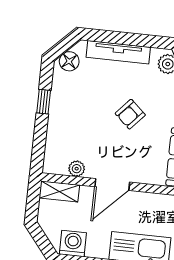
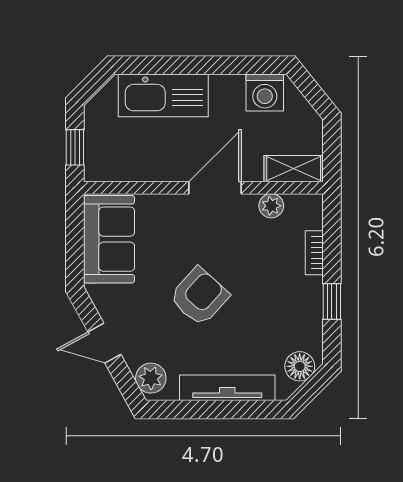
armchair: (130, 114) -> (199, 296), width x1.38, depth x1.38
bookcase: (52, 135) -> (314, 253), added

